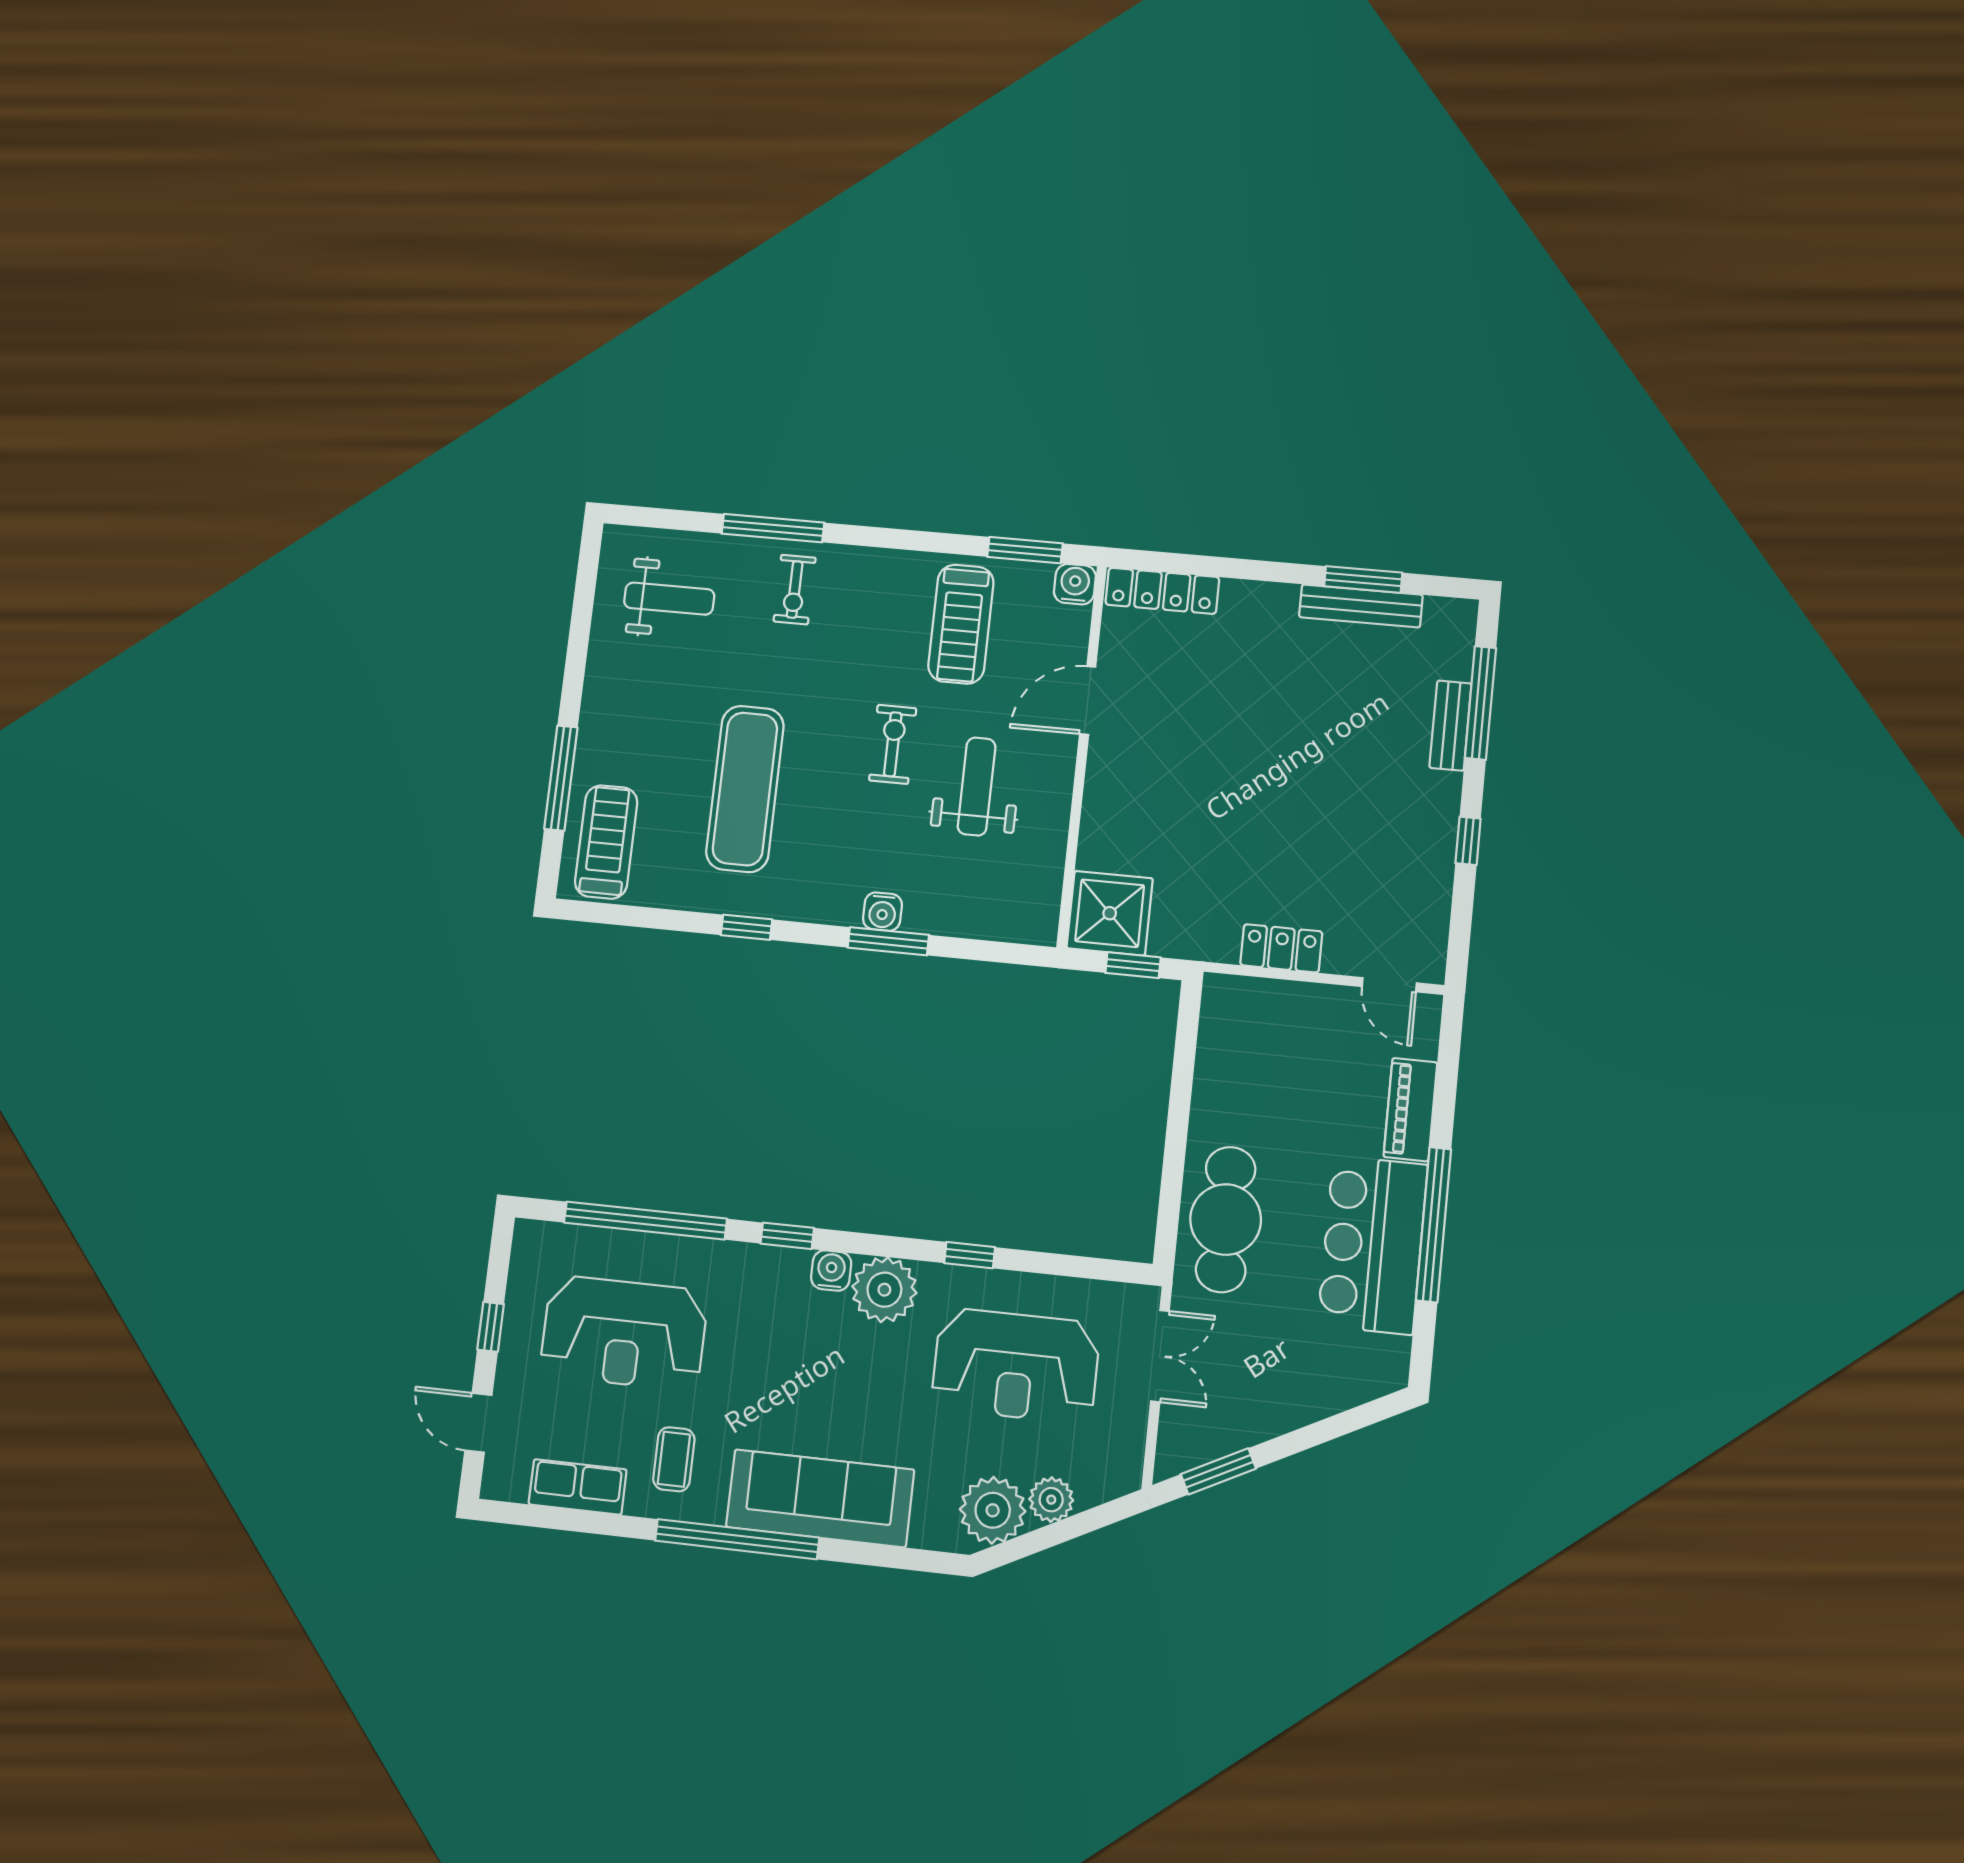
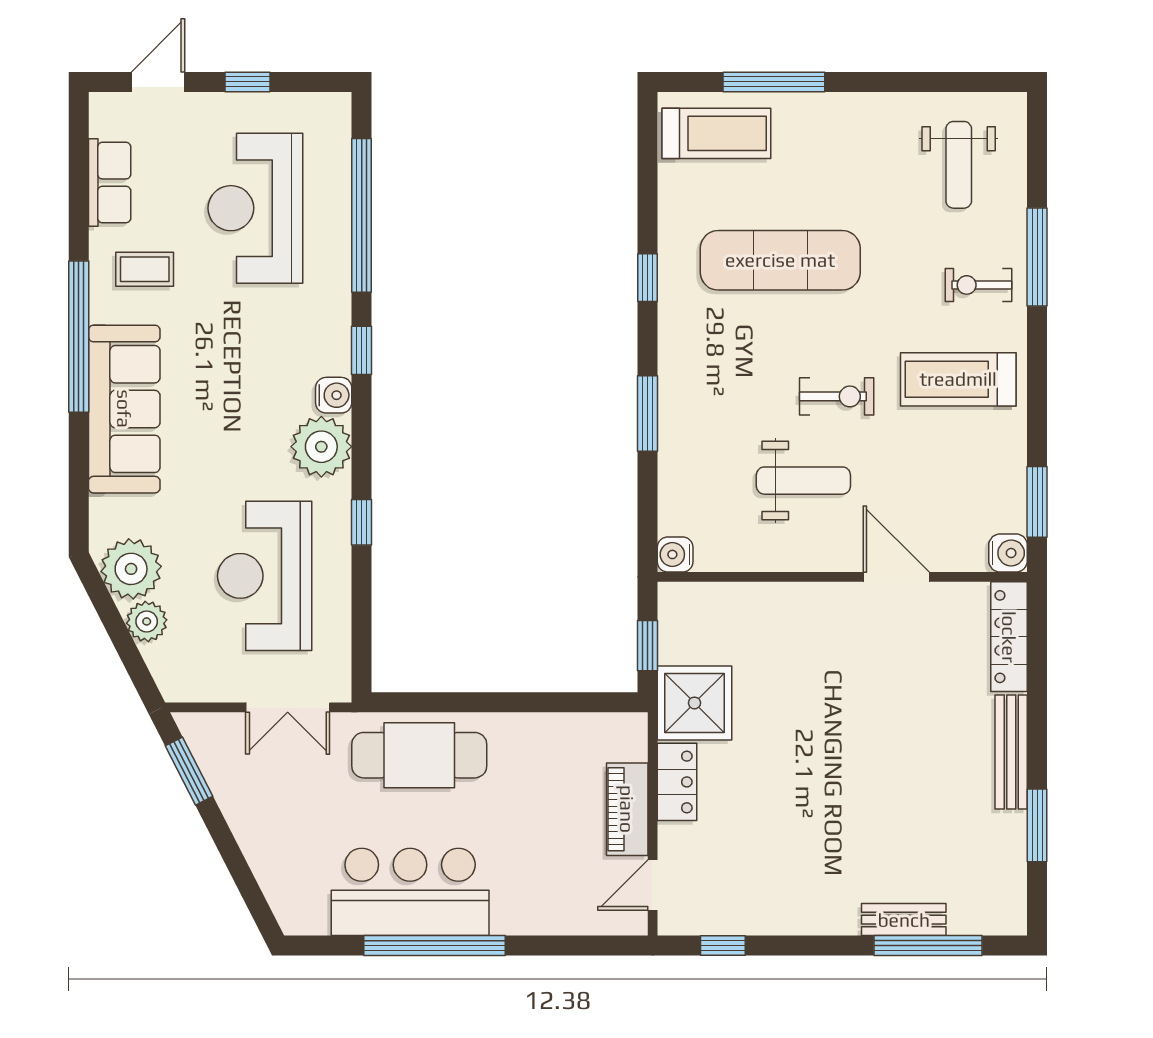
bench: (1361, 606) -> (1011, 752), moved
treadmill: (961, 624) -> (958, 379), moved
window: (1468, 841) -> (723, 946), moved
water cooler: (882, 912) -> (675, 554), moved
shower: (1110, 913) -> (695, 703), moved
piano: (1410, 1110) -> (627, 809), moved, turned -90

